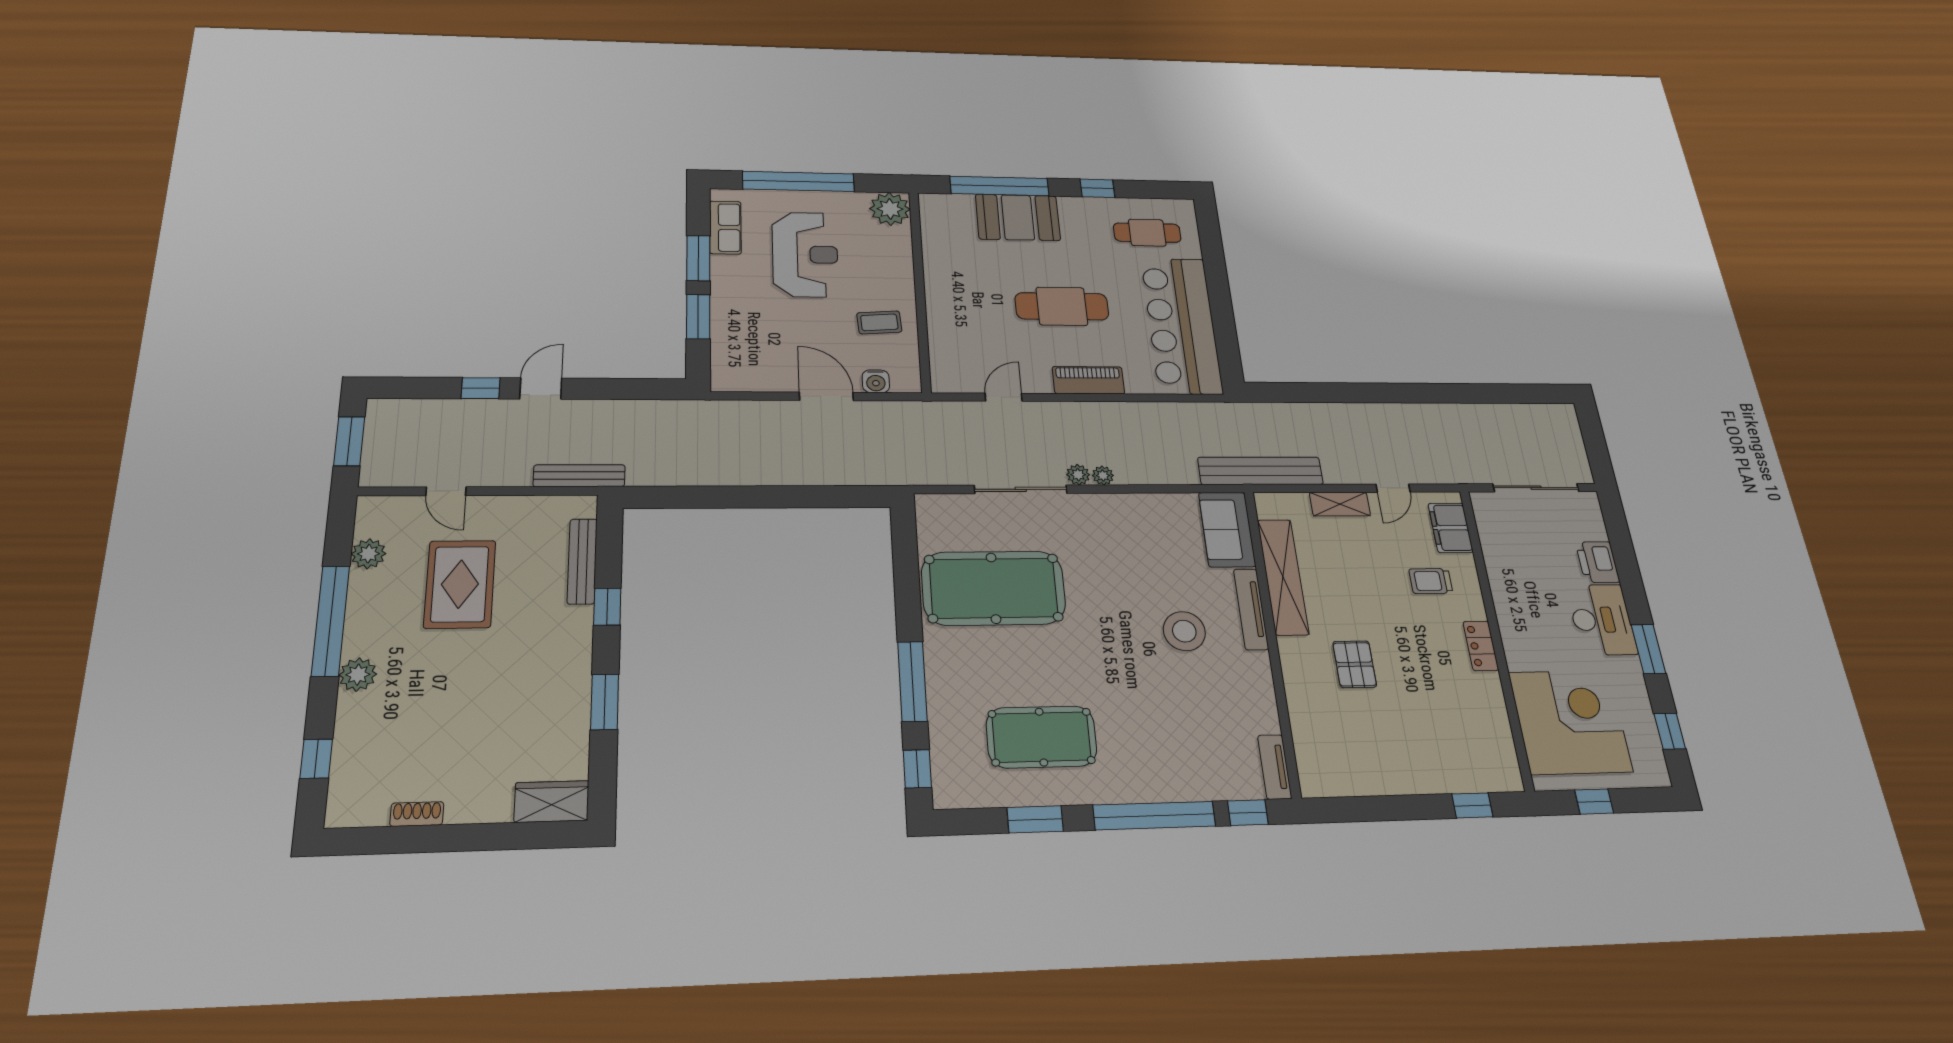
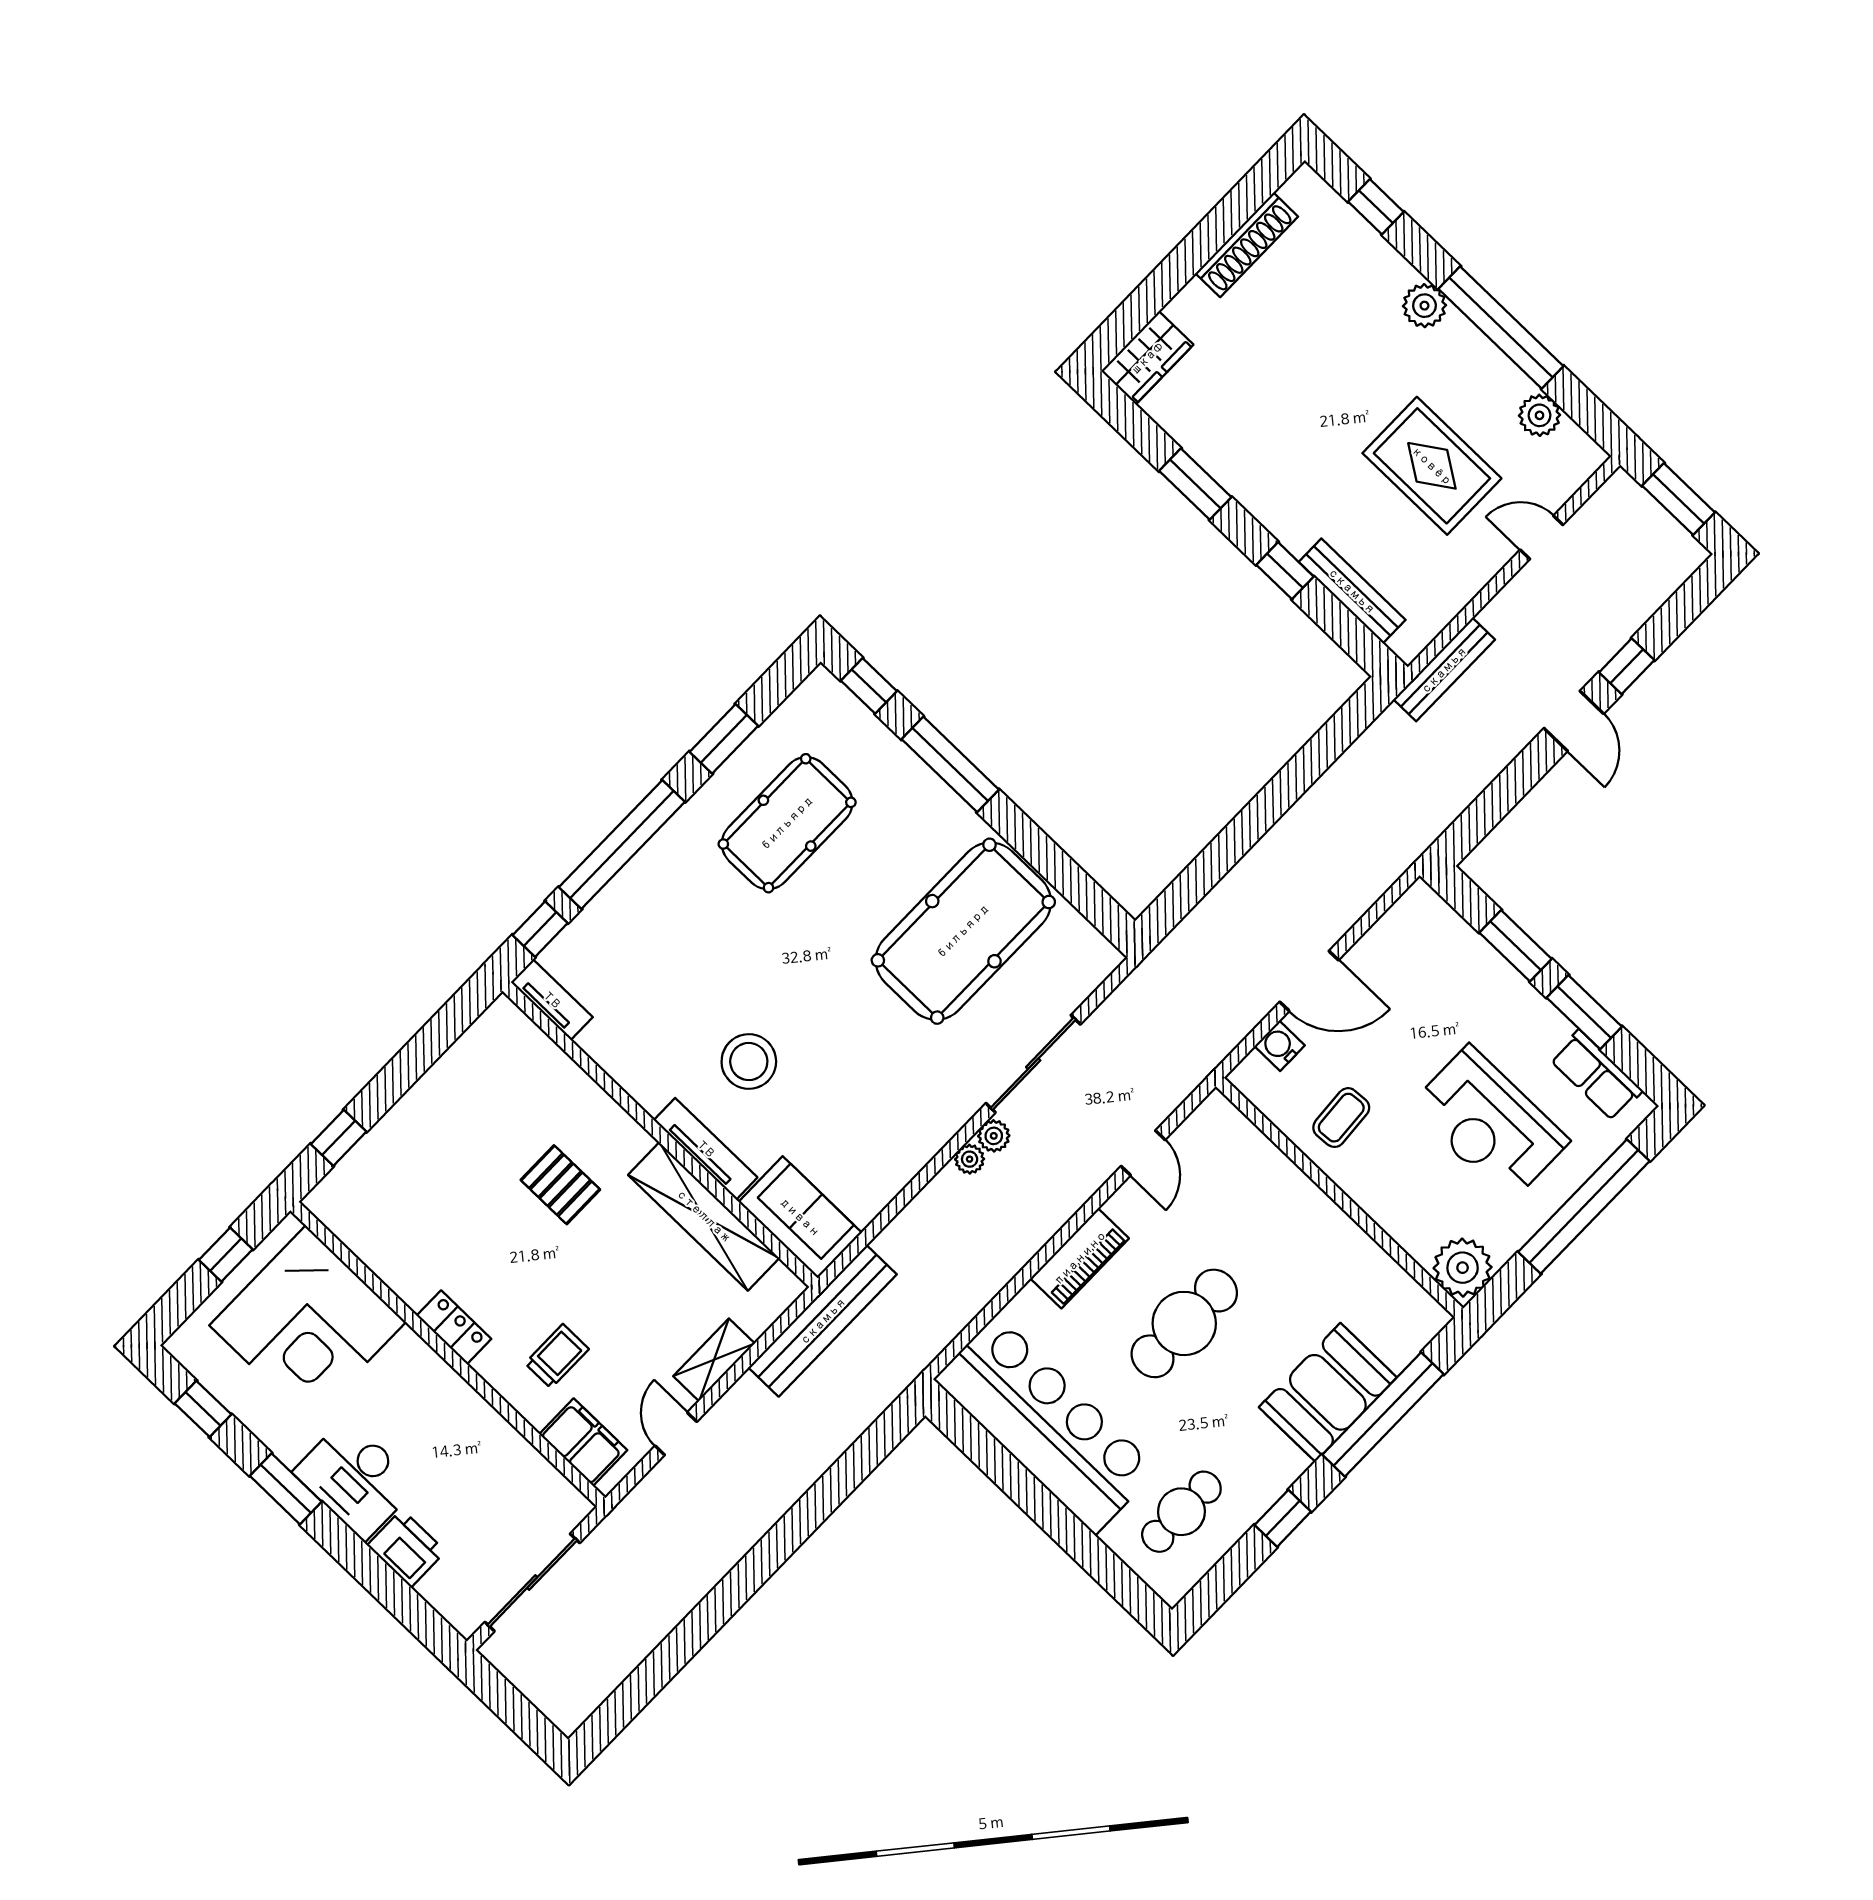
shoe rack: (417, 814) -> (1247, 245), width x1.94, depth x1.24

